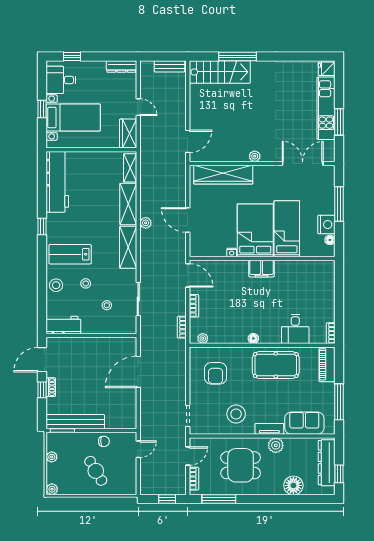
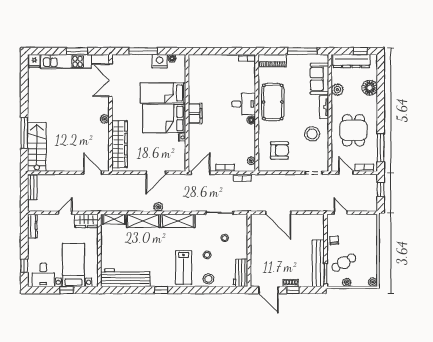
desk: (295, 329) -> (244, 104), moved
plant: (276, 445) -> (337, 90), moved
cafe table: (96, 471) -> (344, 263), moved

